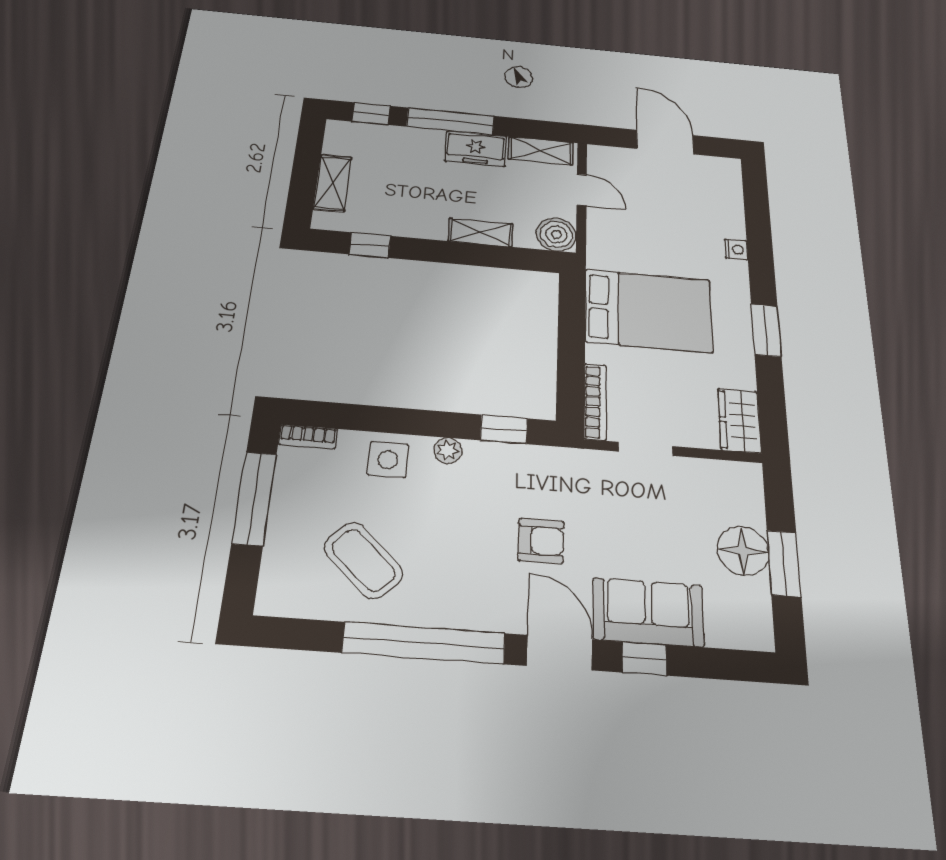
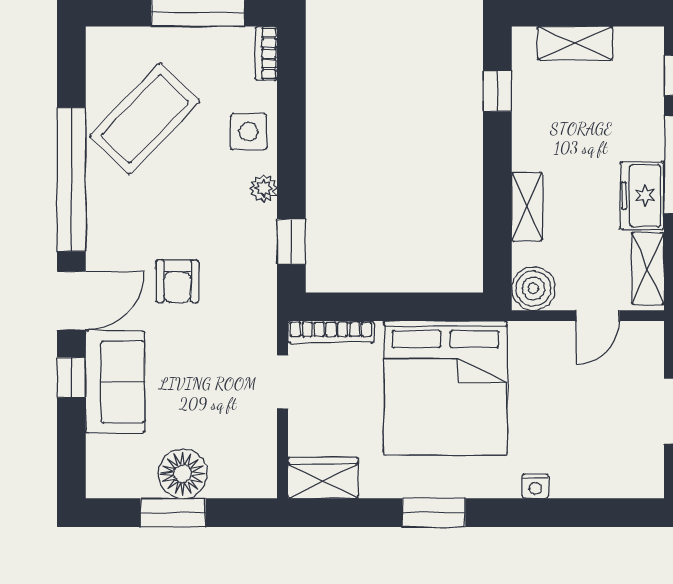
bed: (649, 311) -> (445, 388), width x1.36
coffee table: (364, 560) -> (145, 119), width x1.36, depth x1.32

